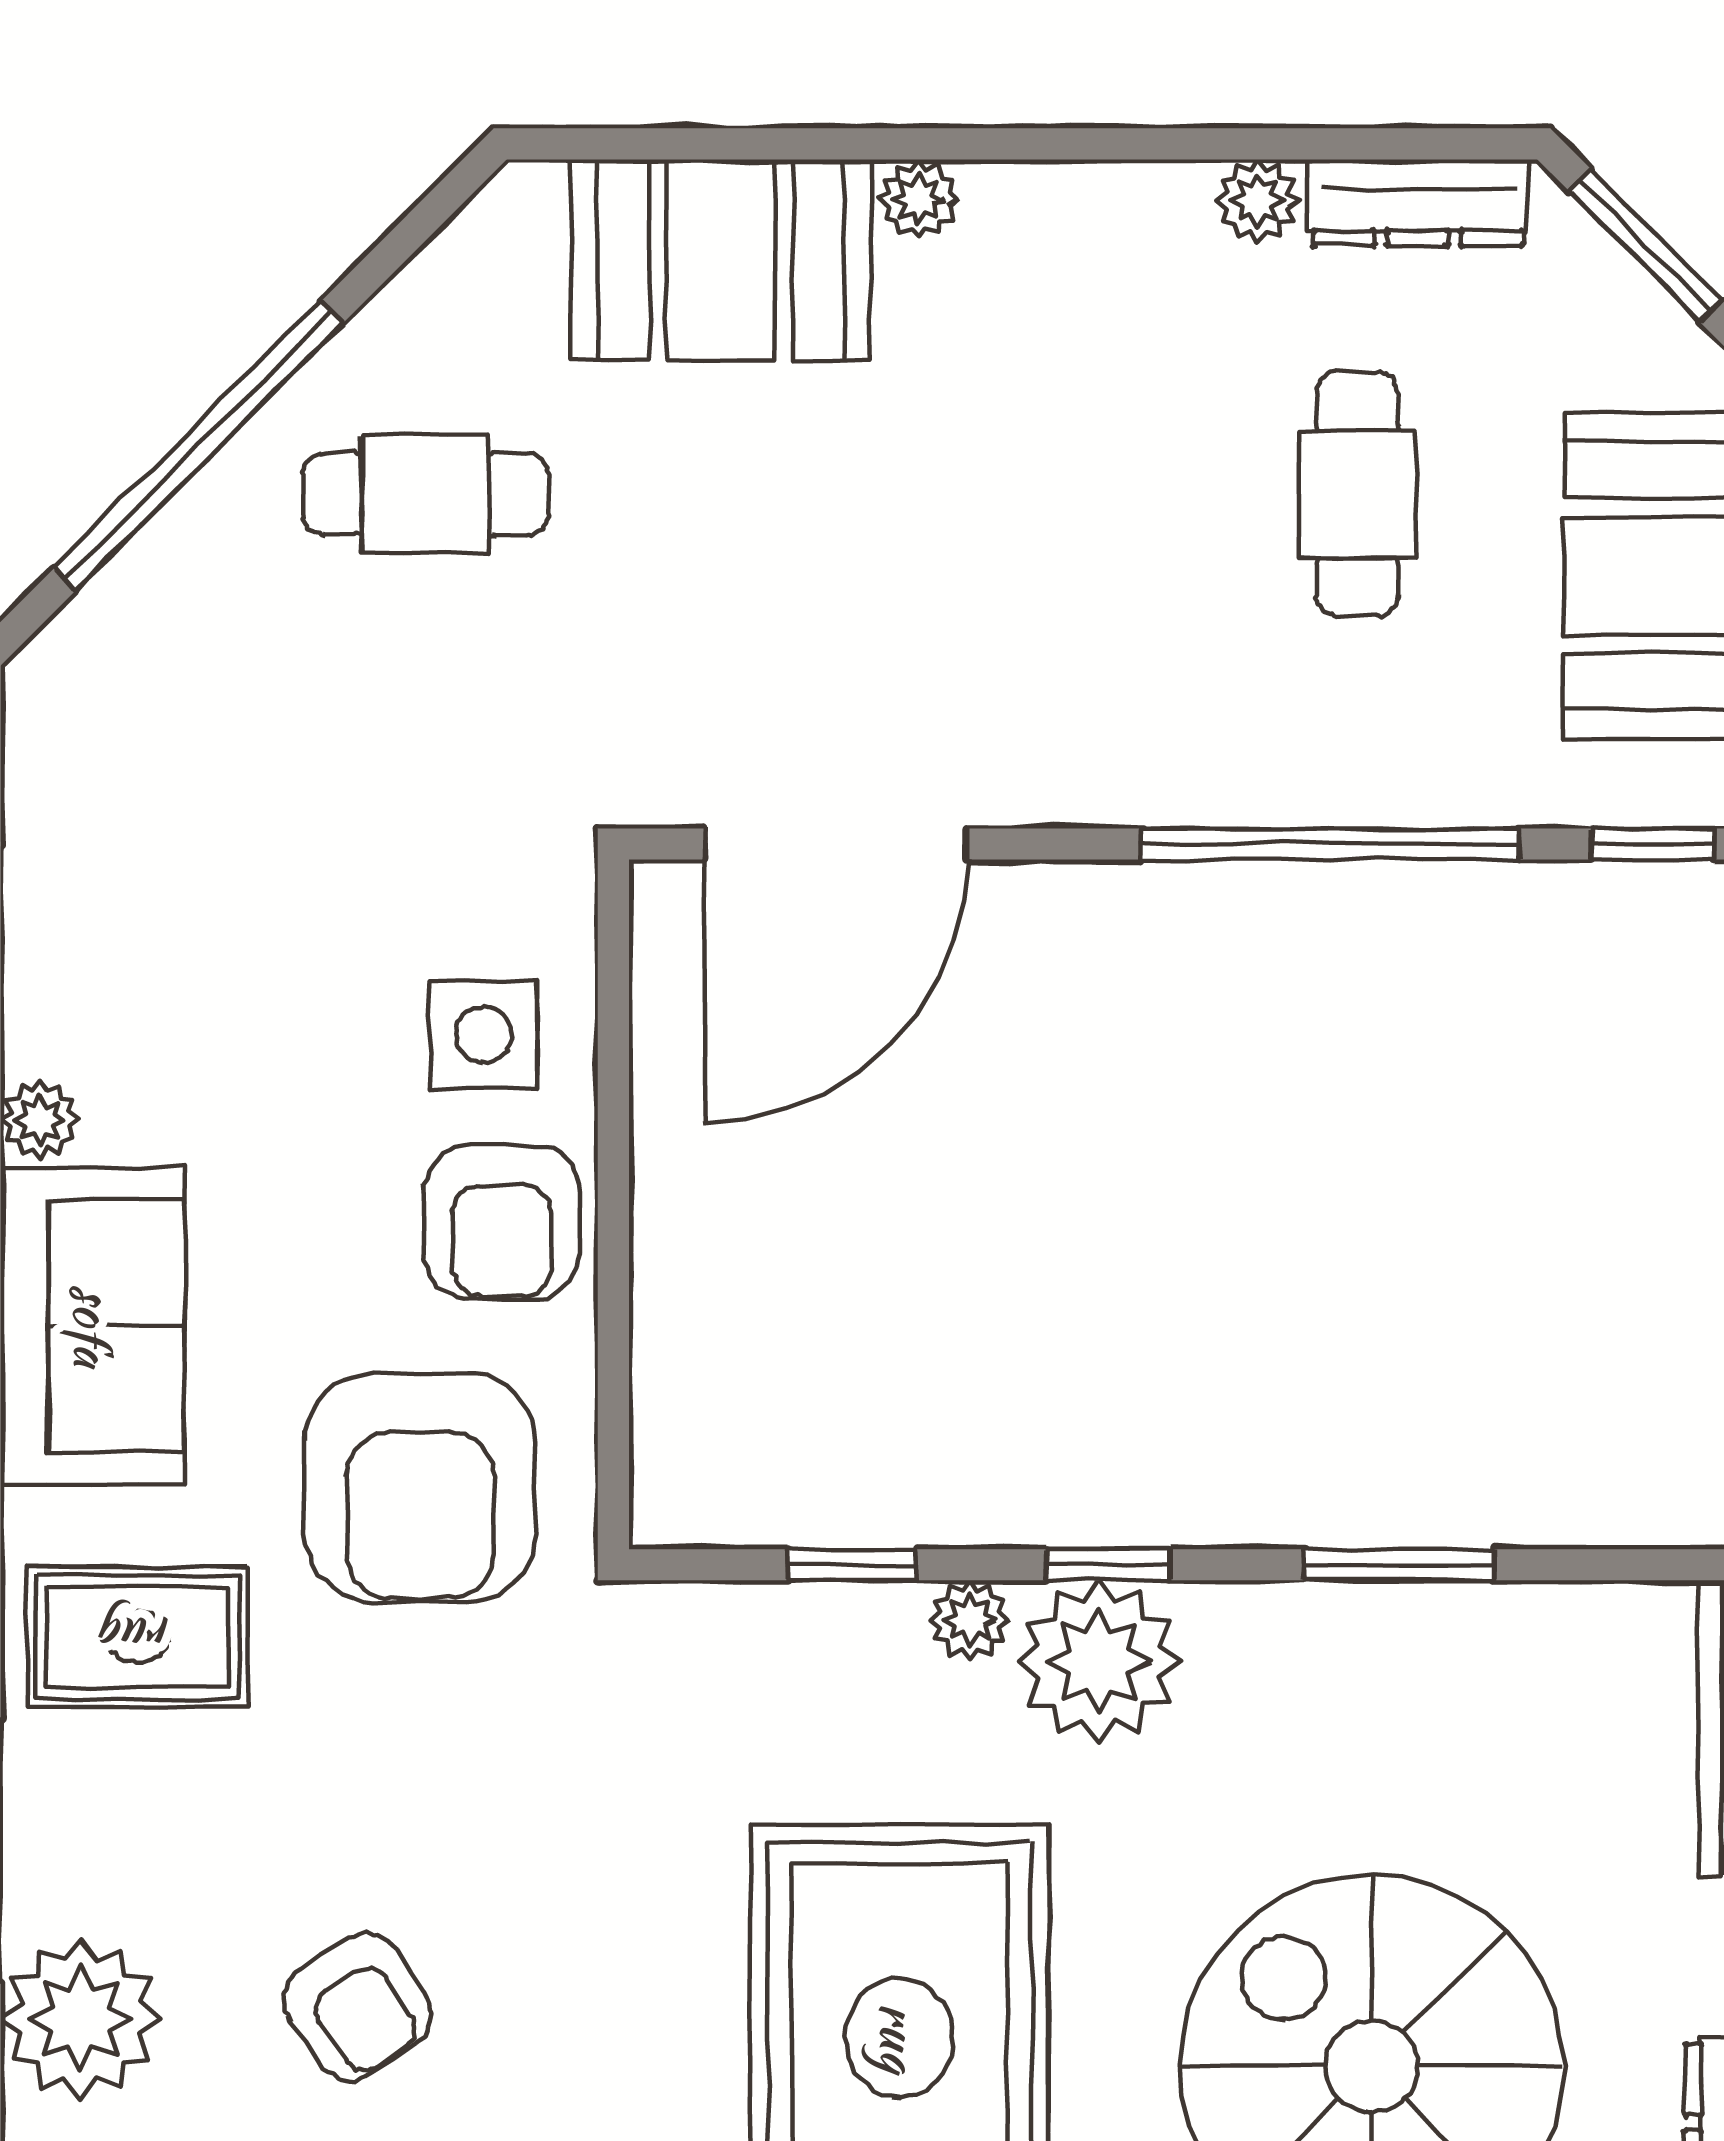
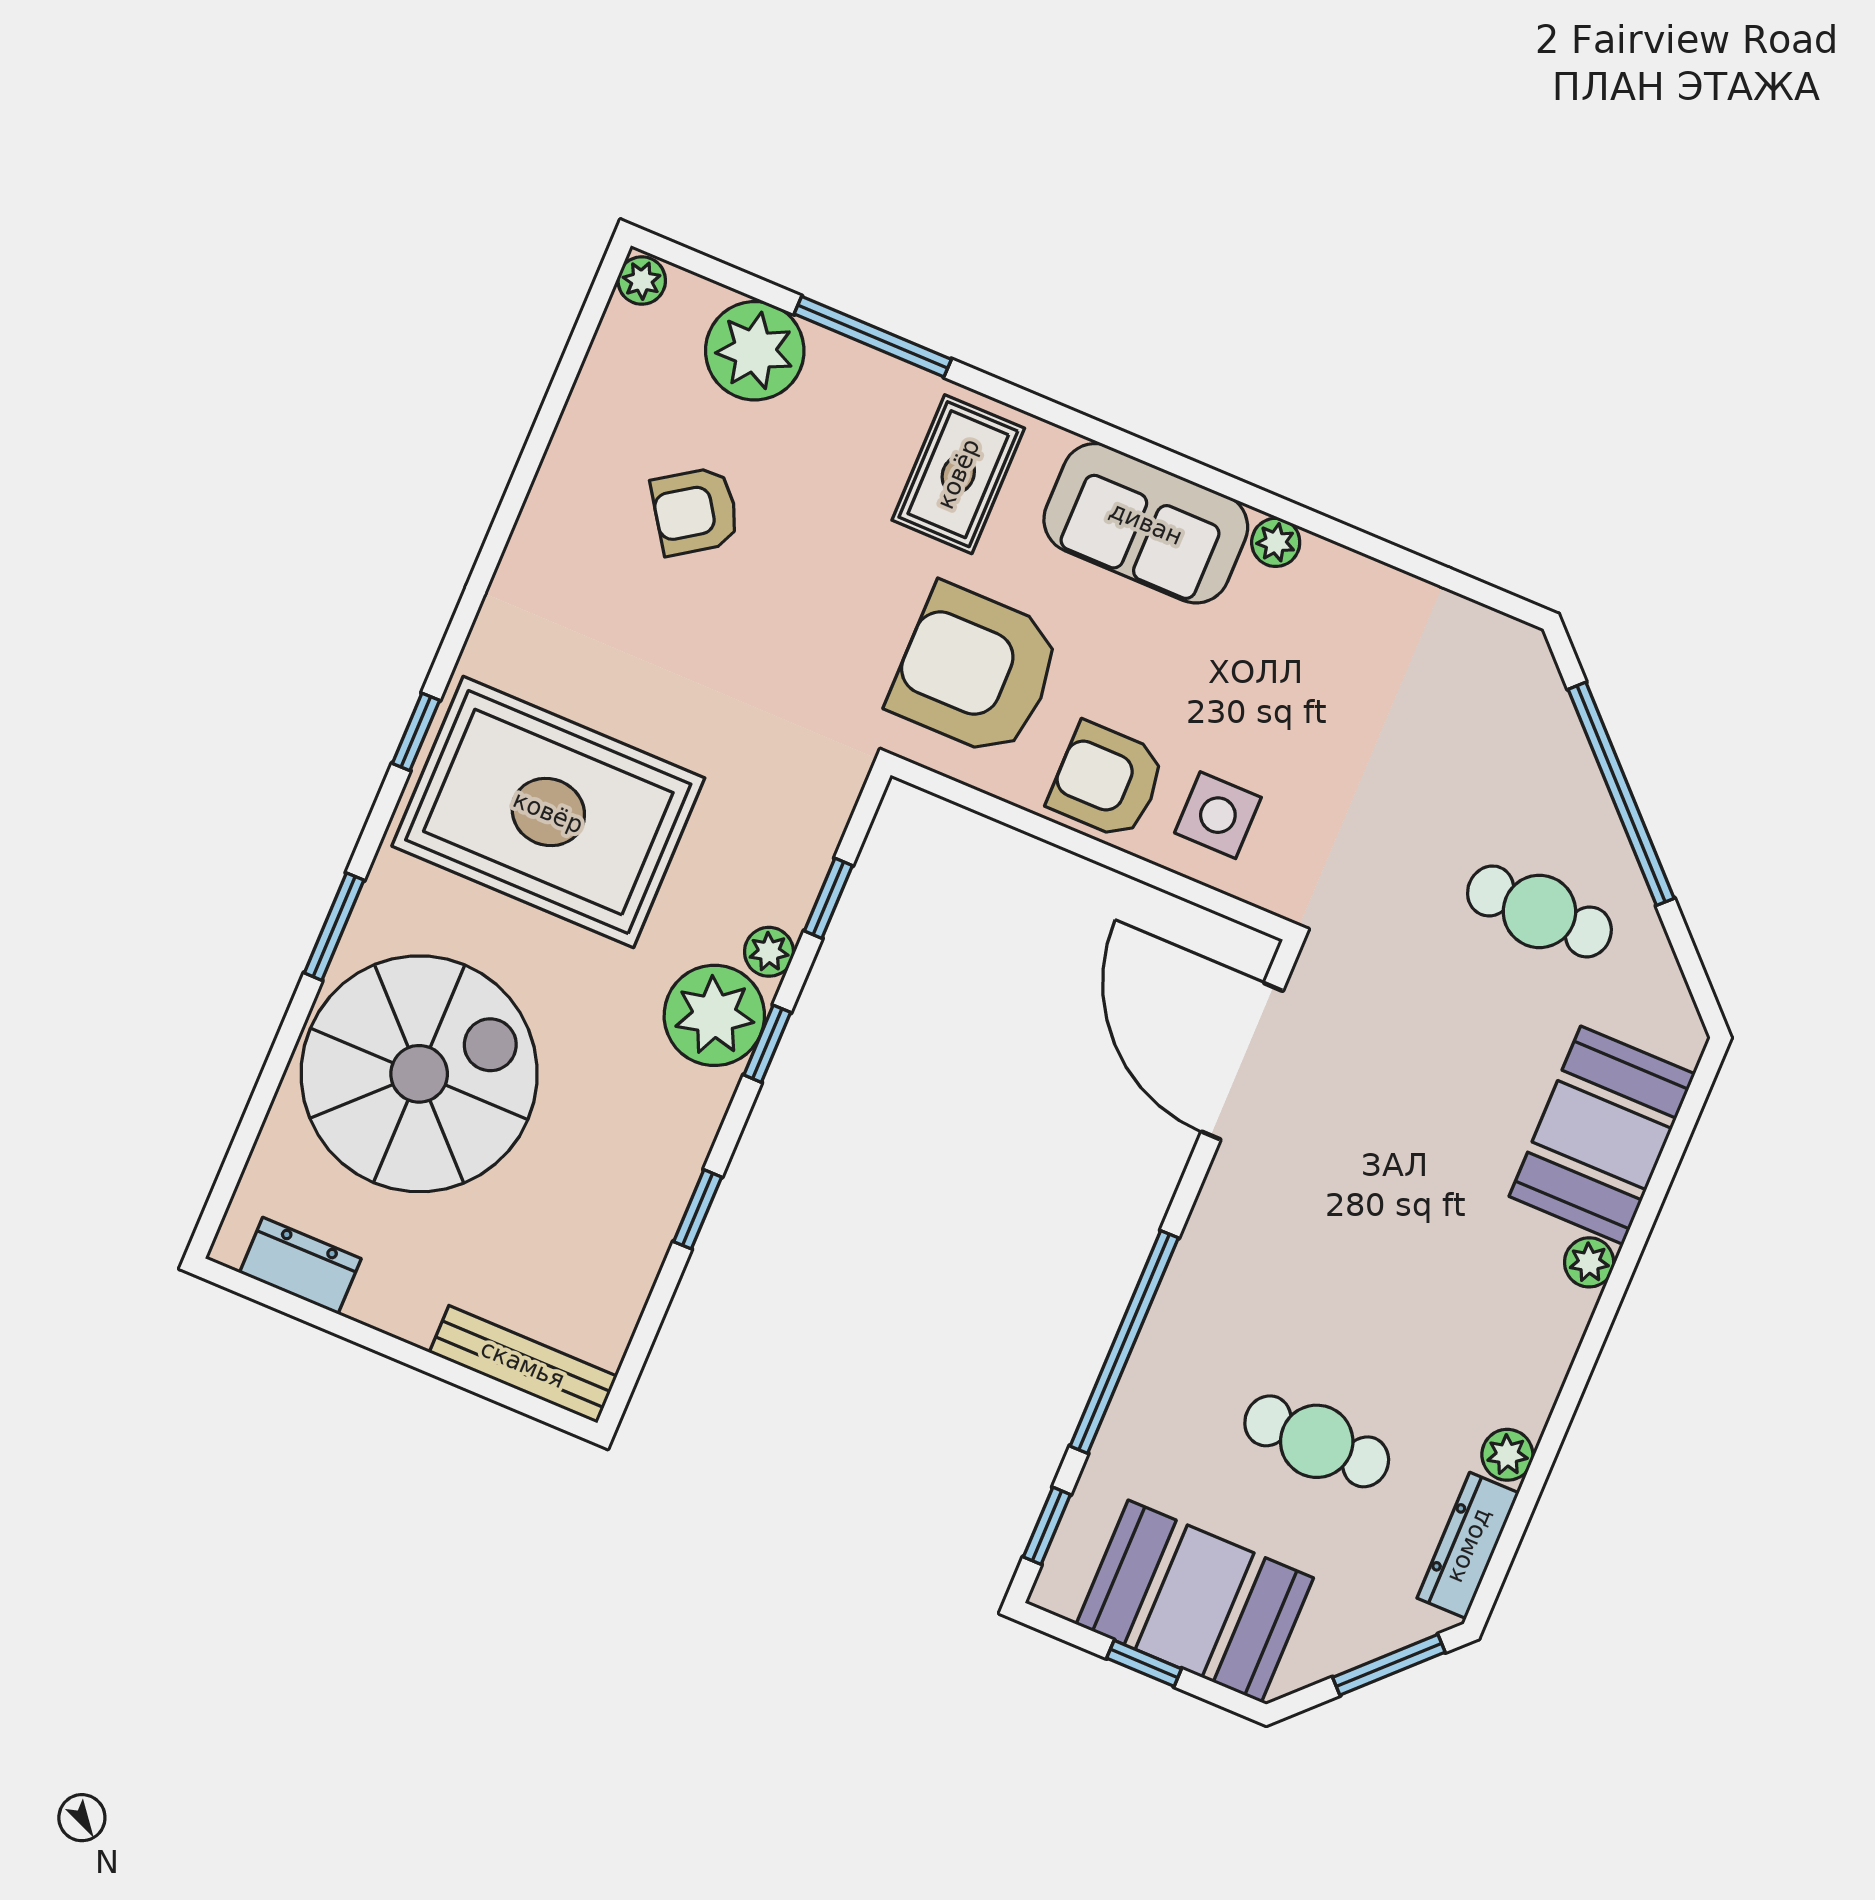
cafe table: (426, 494) -> (1539, 911), turned 90
window: (1399, 1565) -> (698, 1209), width x0.67

